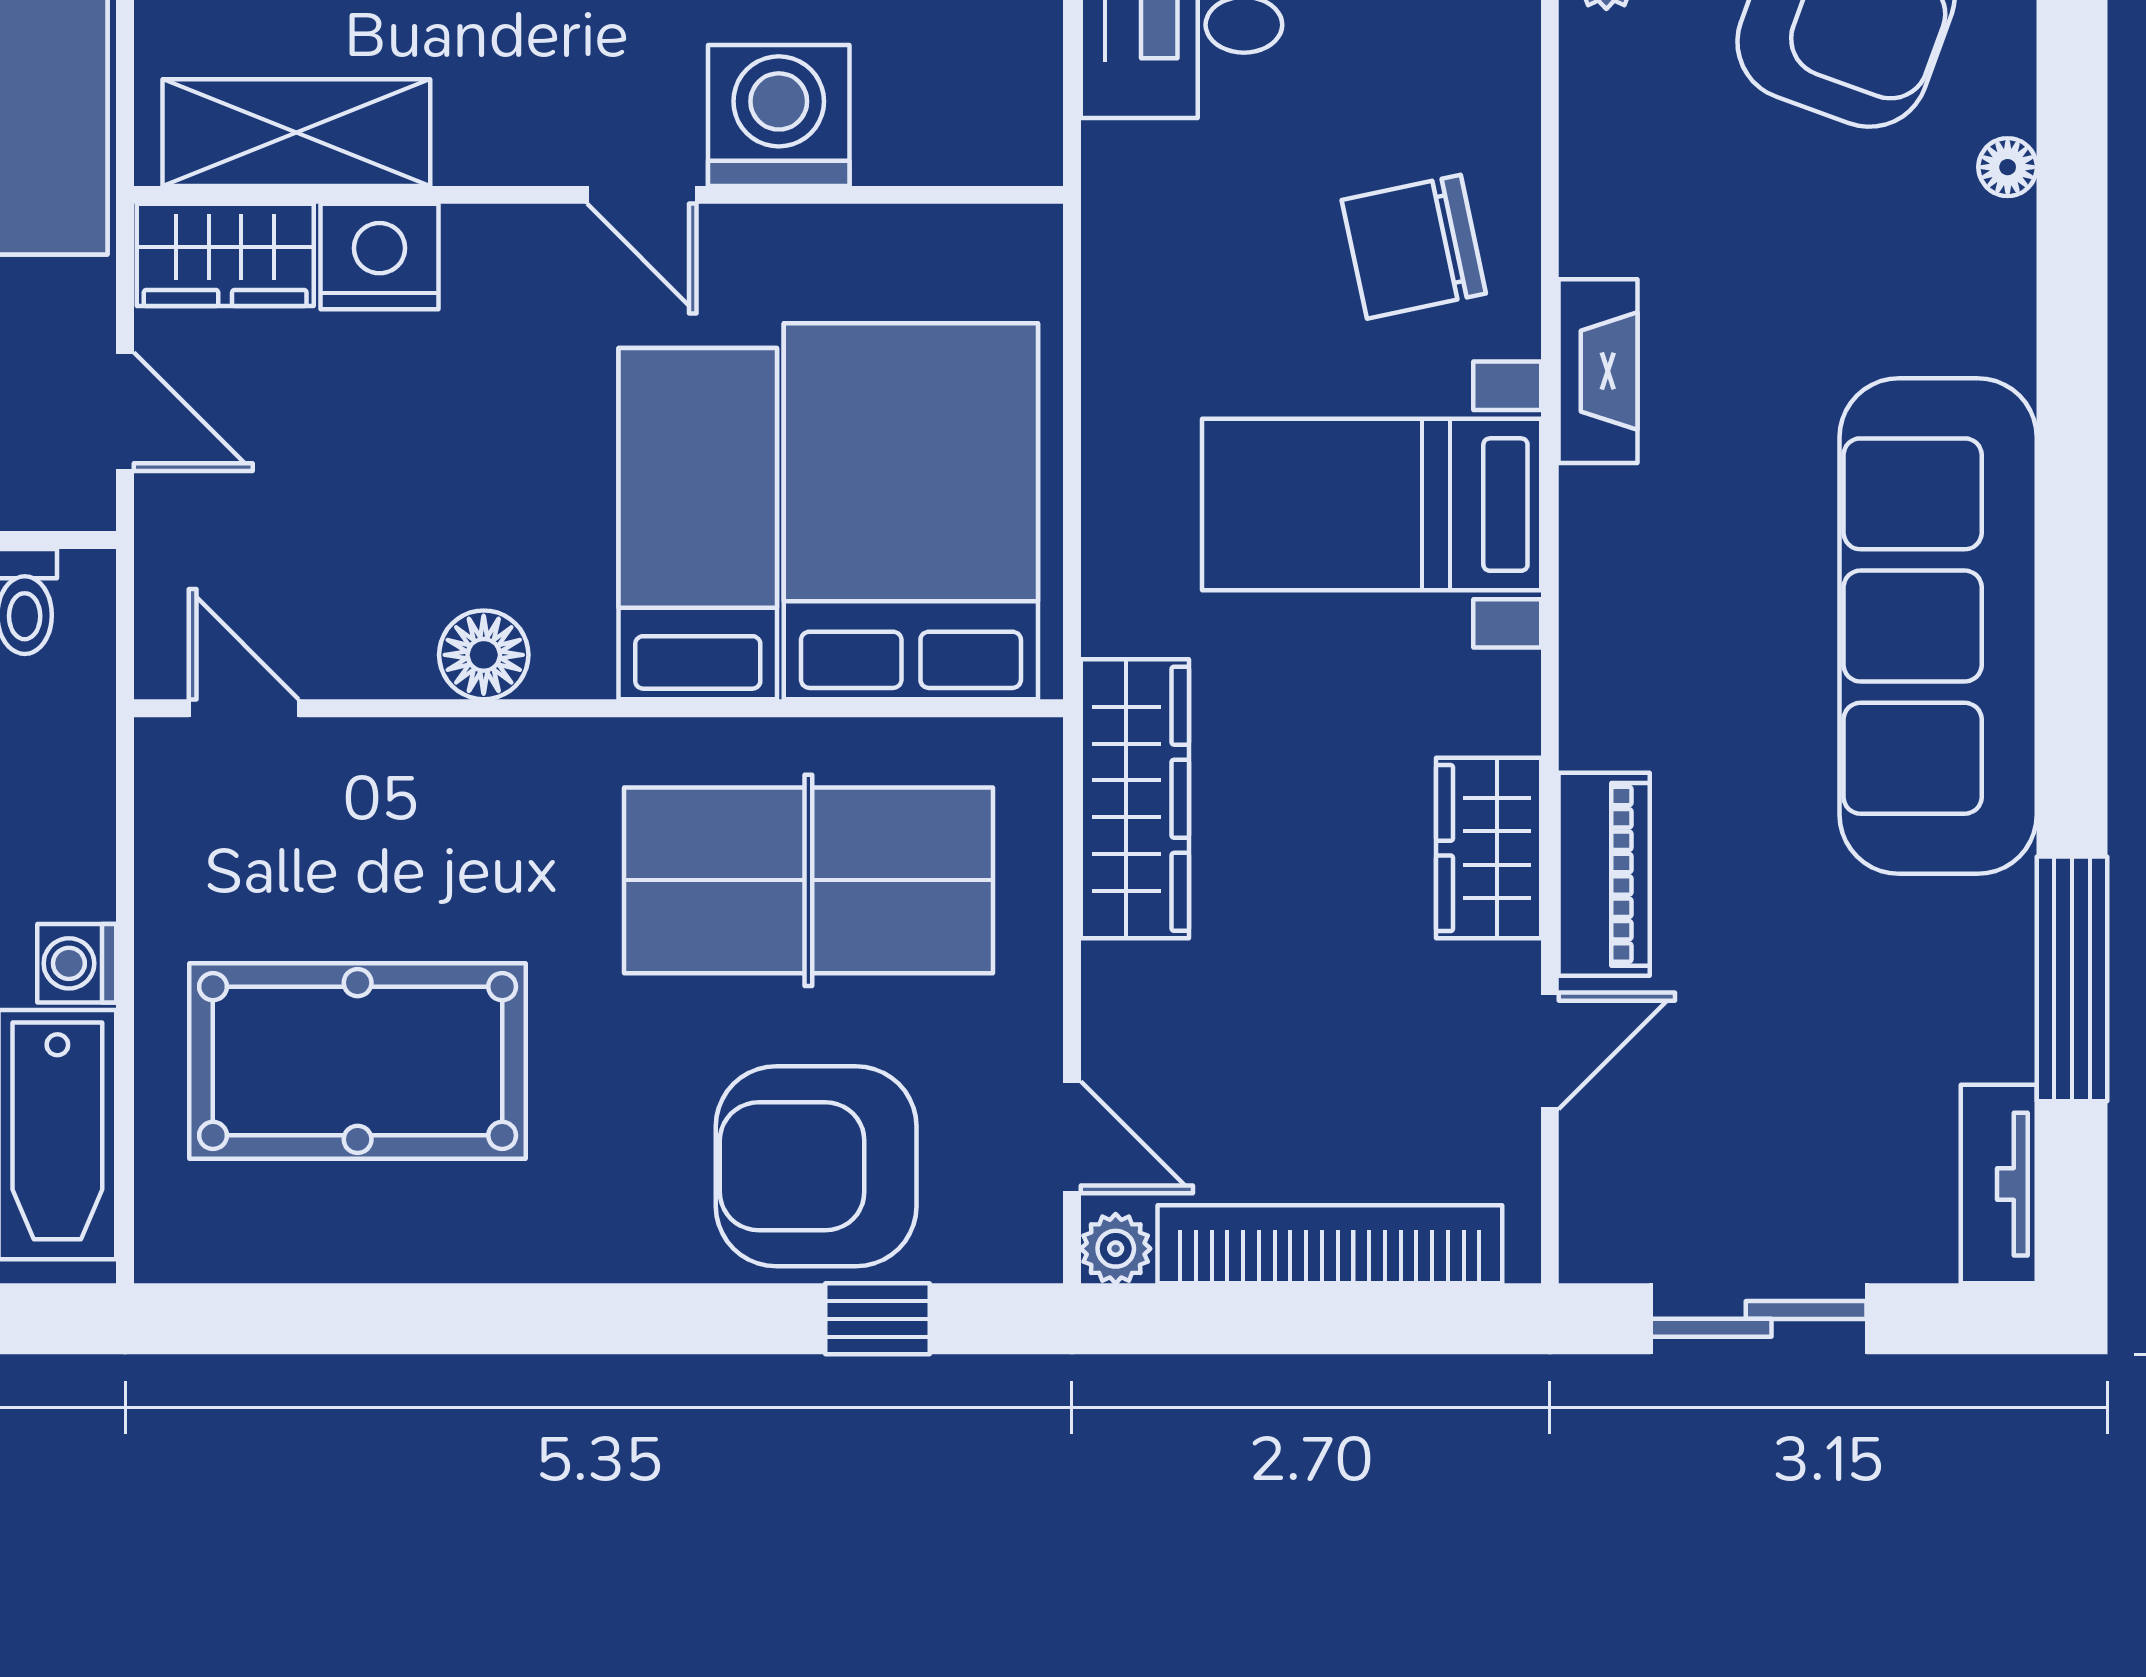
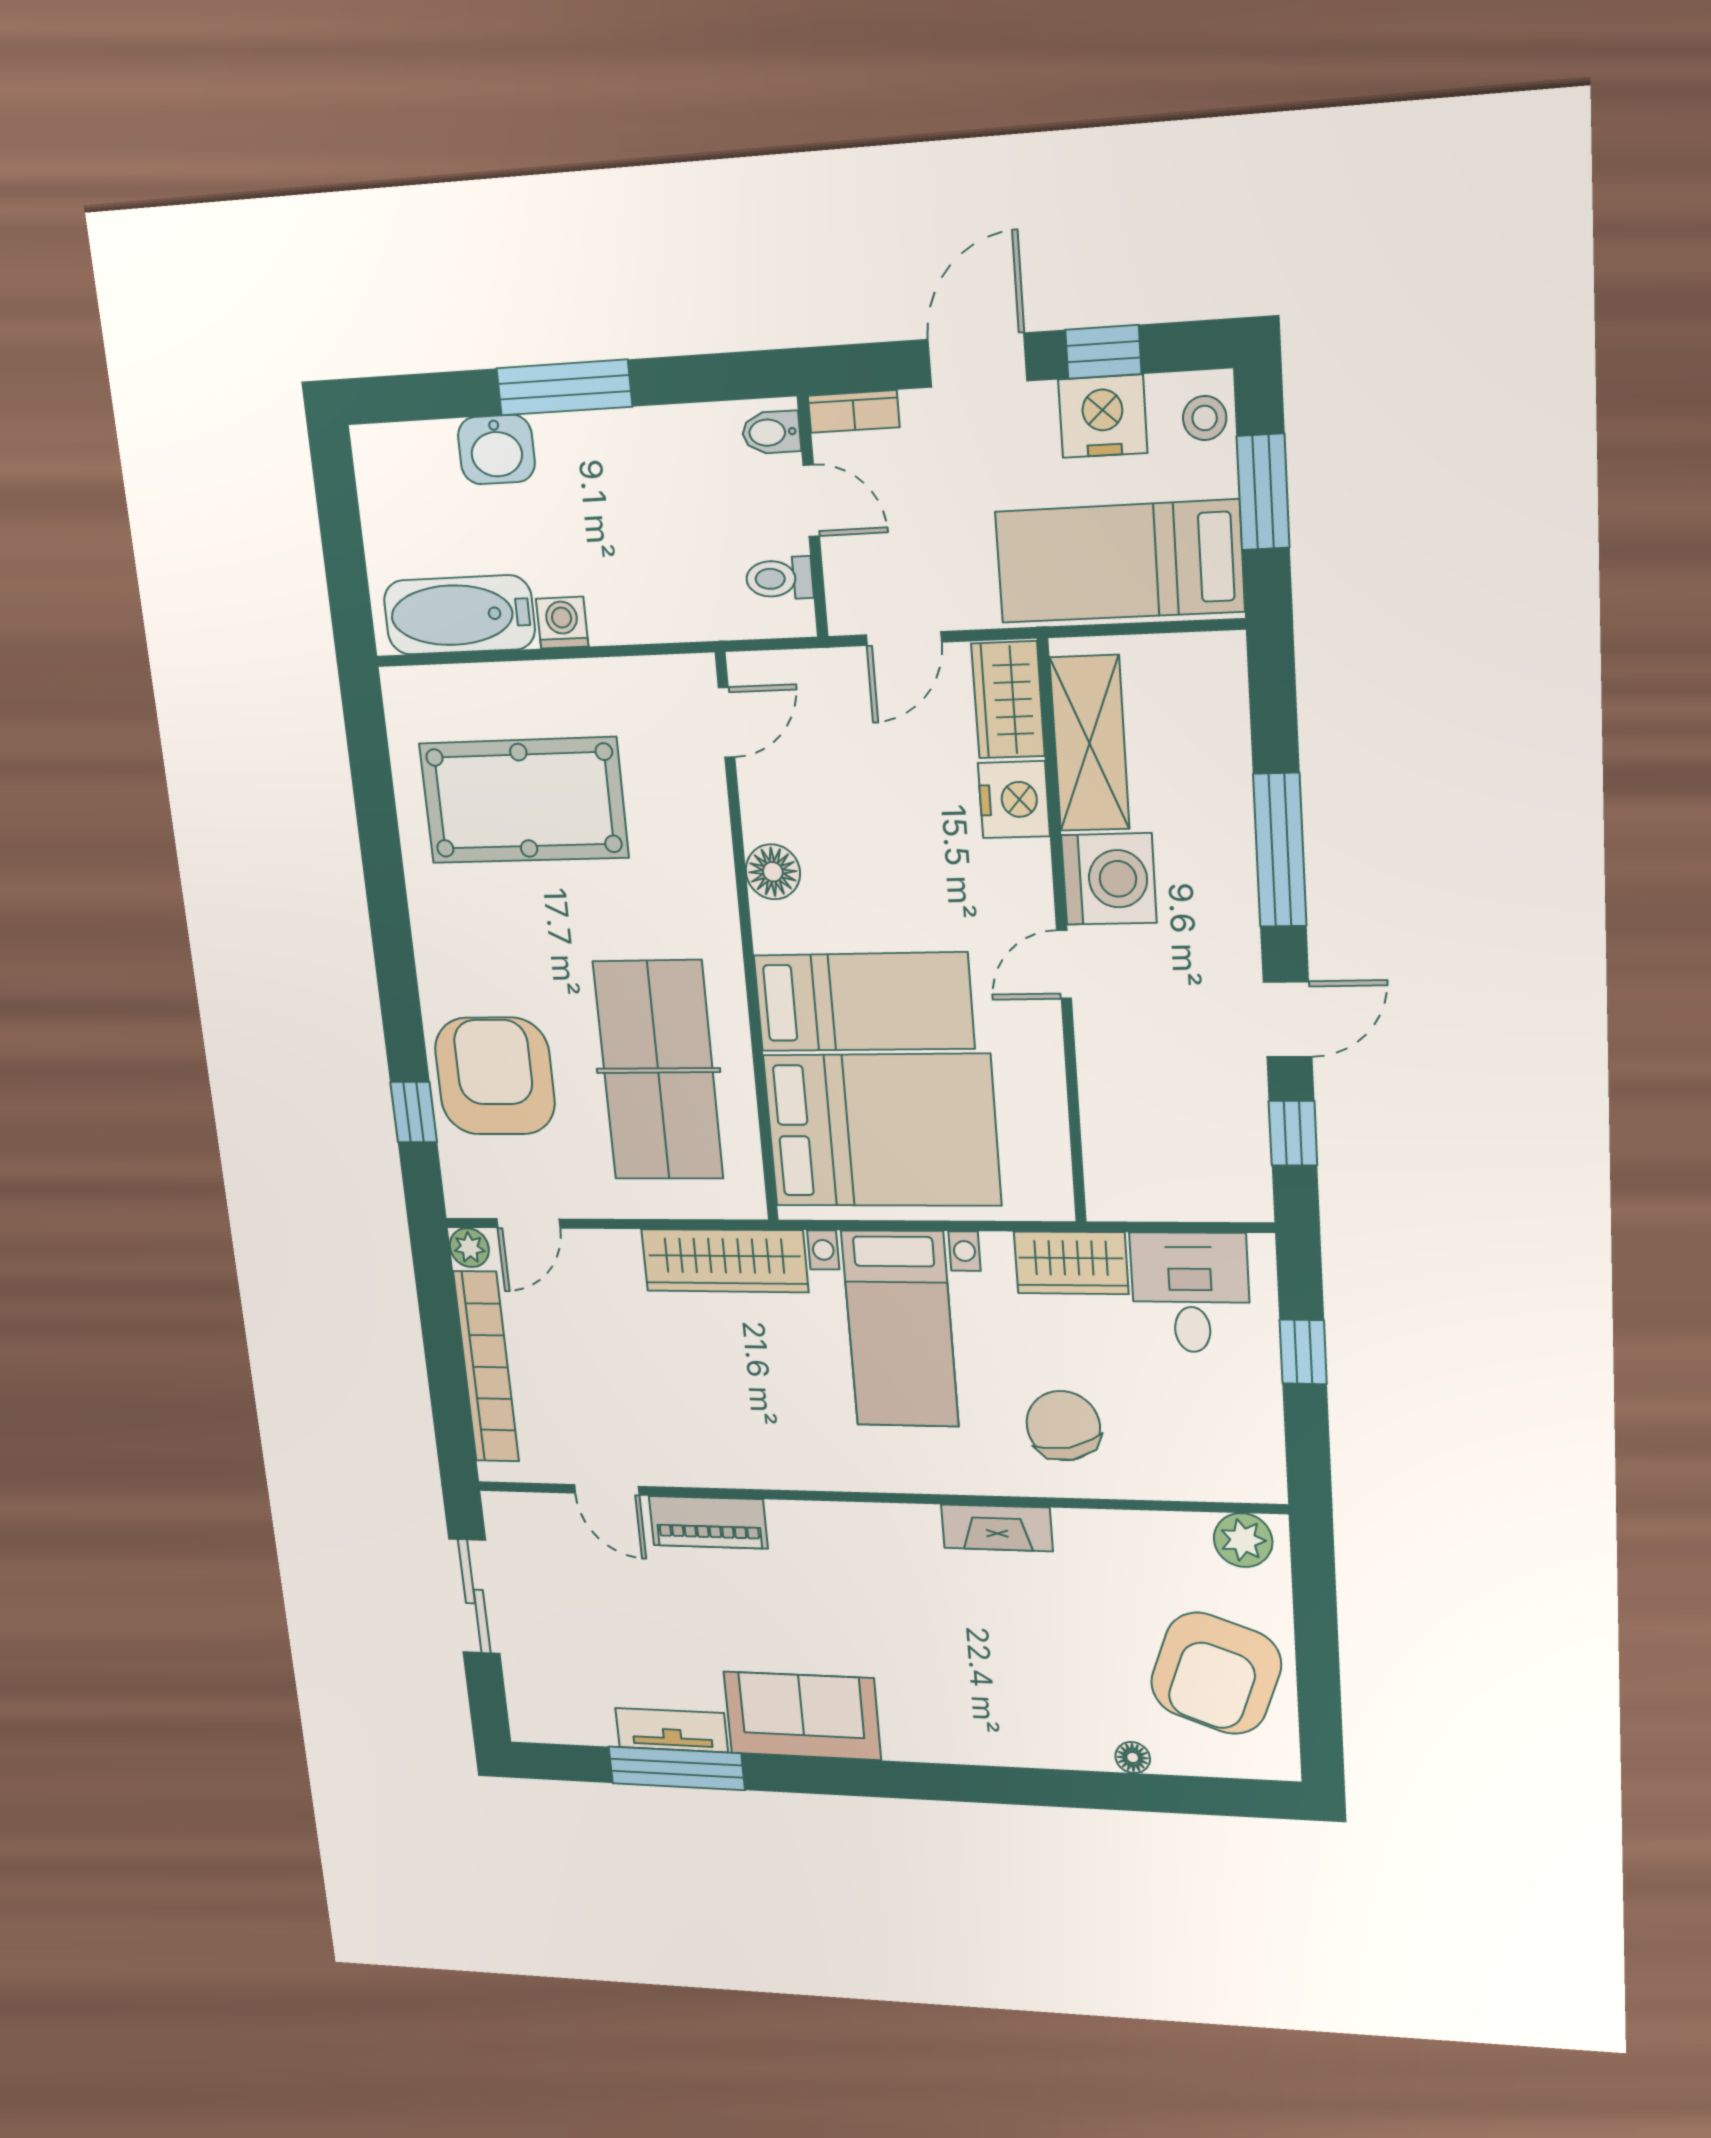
washing machine: (779, 115) -> (1109, 879), moved
bed with nightstands: (1372, 505) -> (900, 1329), moved, turned 180
sofa: (1938, 626) -> (802, 1716), width x0.54, depth x0.79
wardrobe: (1489, 848) -> (1071, 1263), moved, turned 180
pool table: (358, 1061) -> (524, 801), turned 90
tv unit: (1999, 1184) -> (672, 1730), moved

